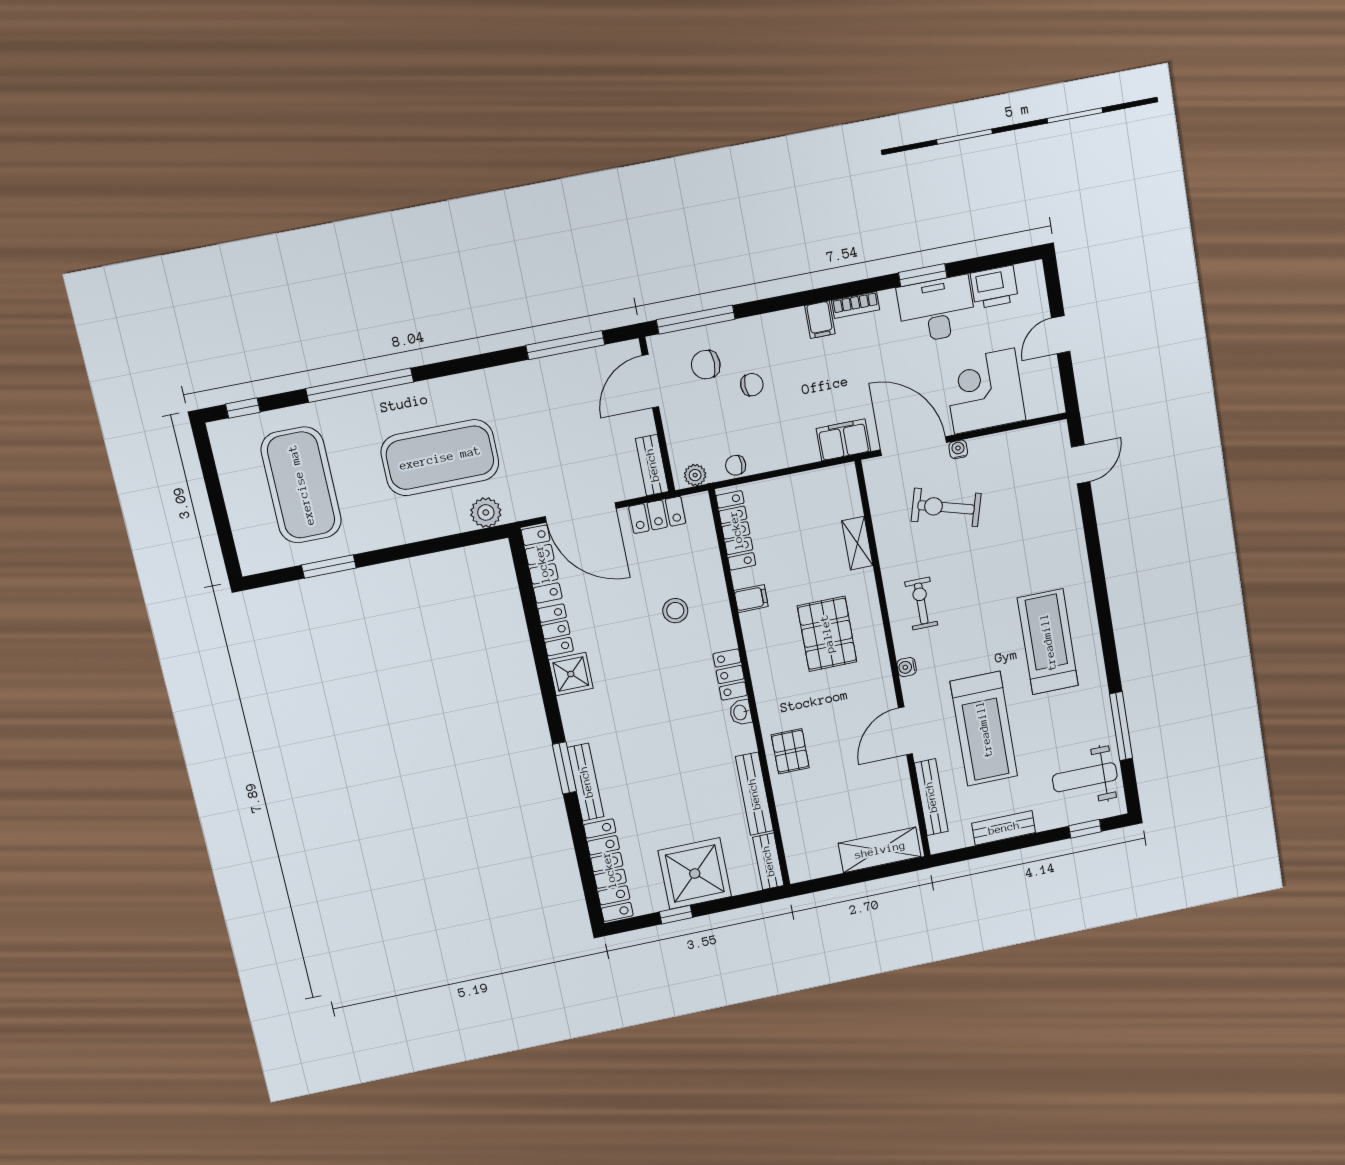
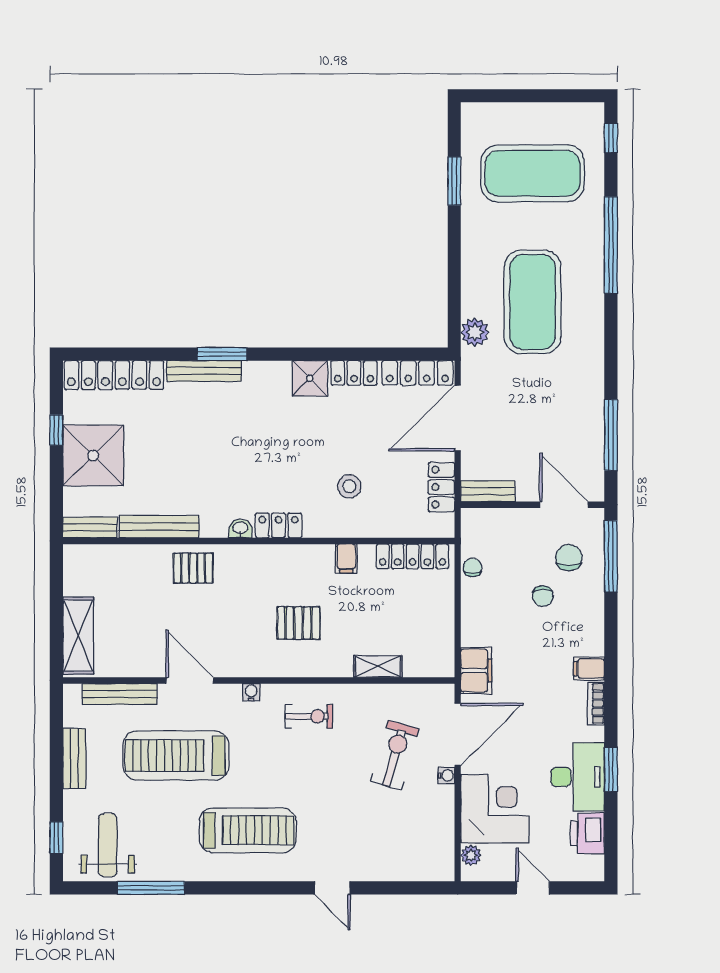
door: (1081, 464) -> (332, 888), moved
plant: (695, 475) -> (471, 855), moved
pallet: (827, 634) -> (298, 623), width x0.67, depth x0.71

